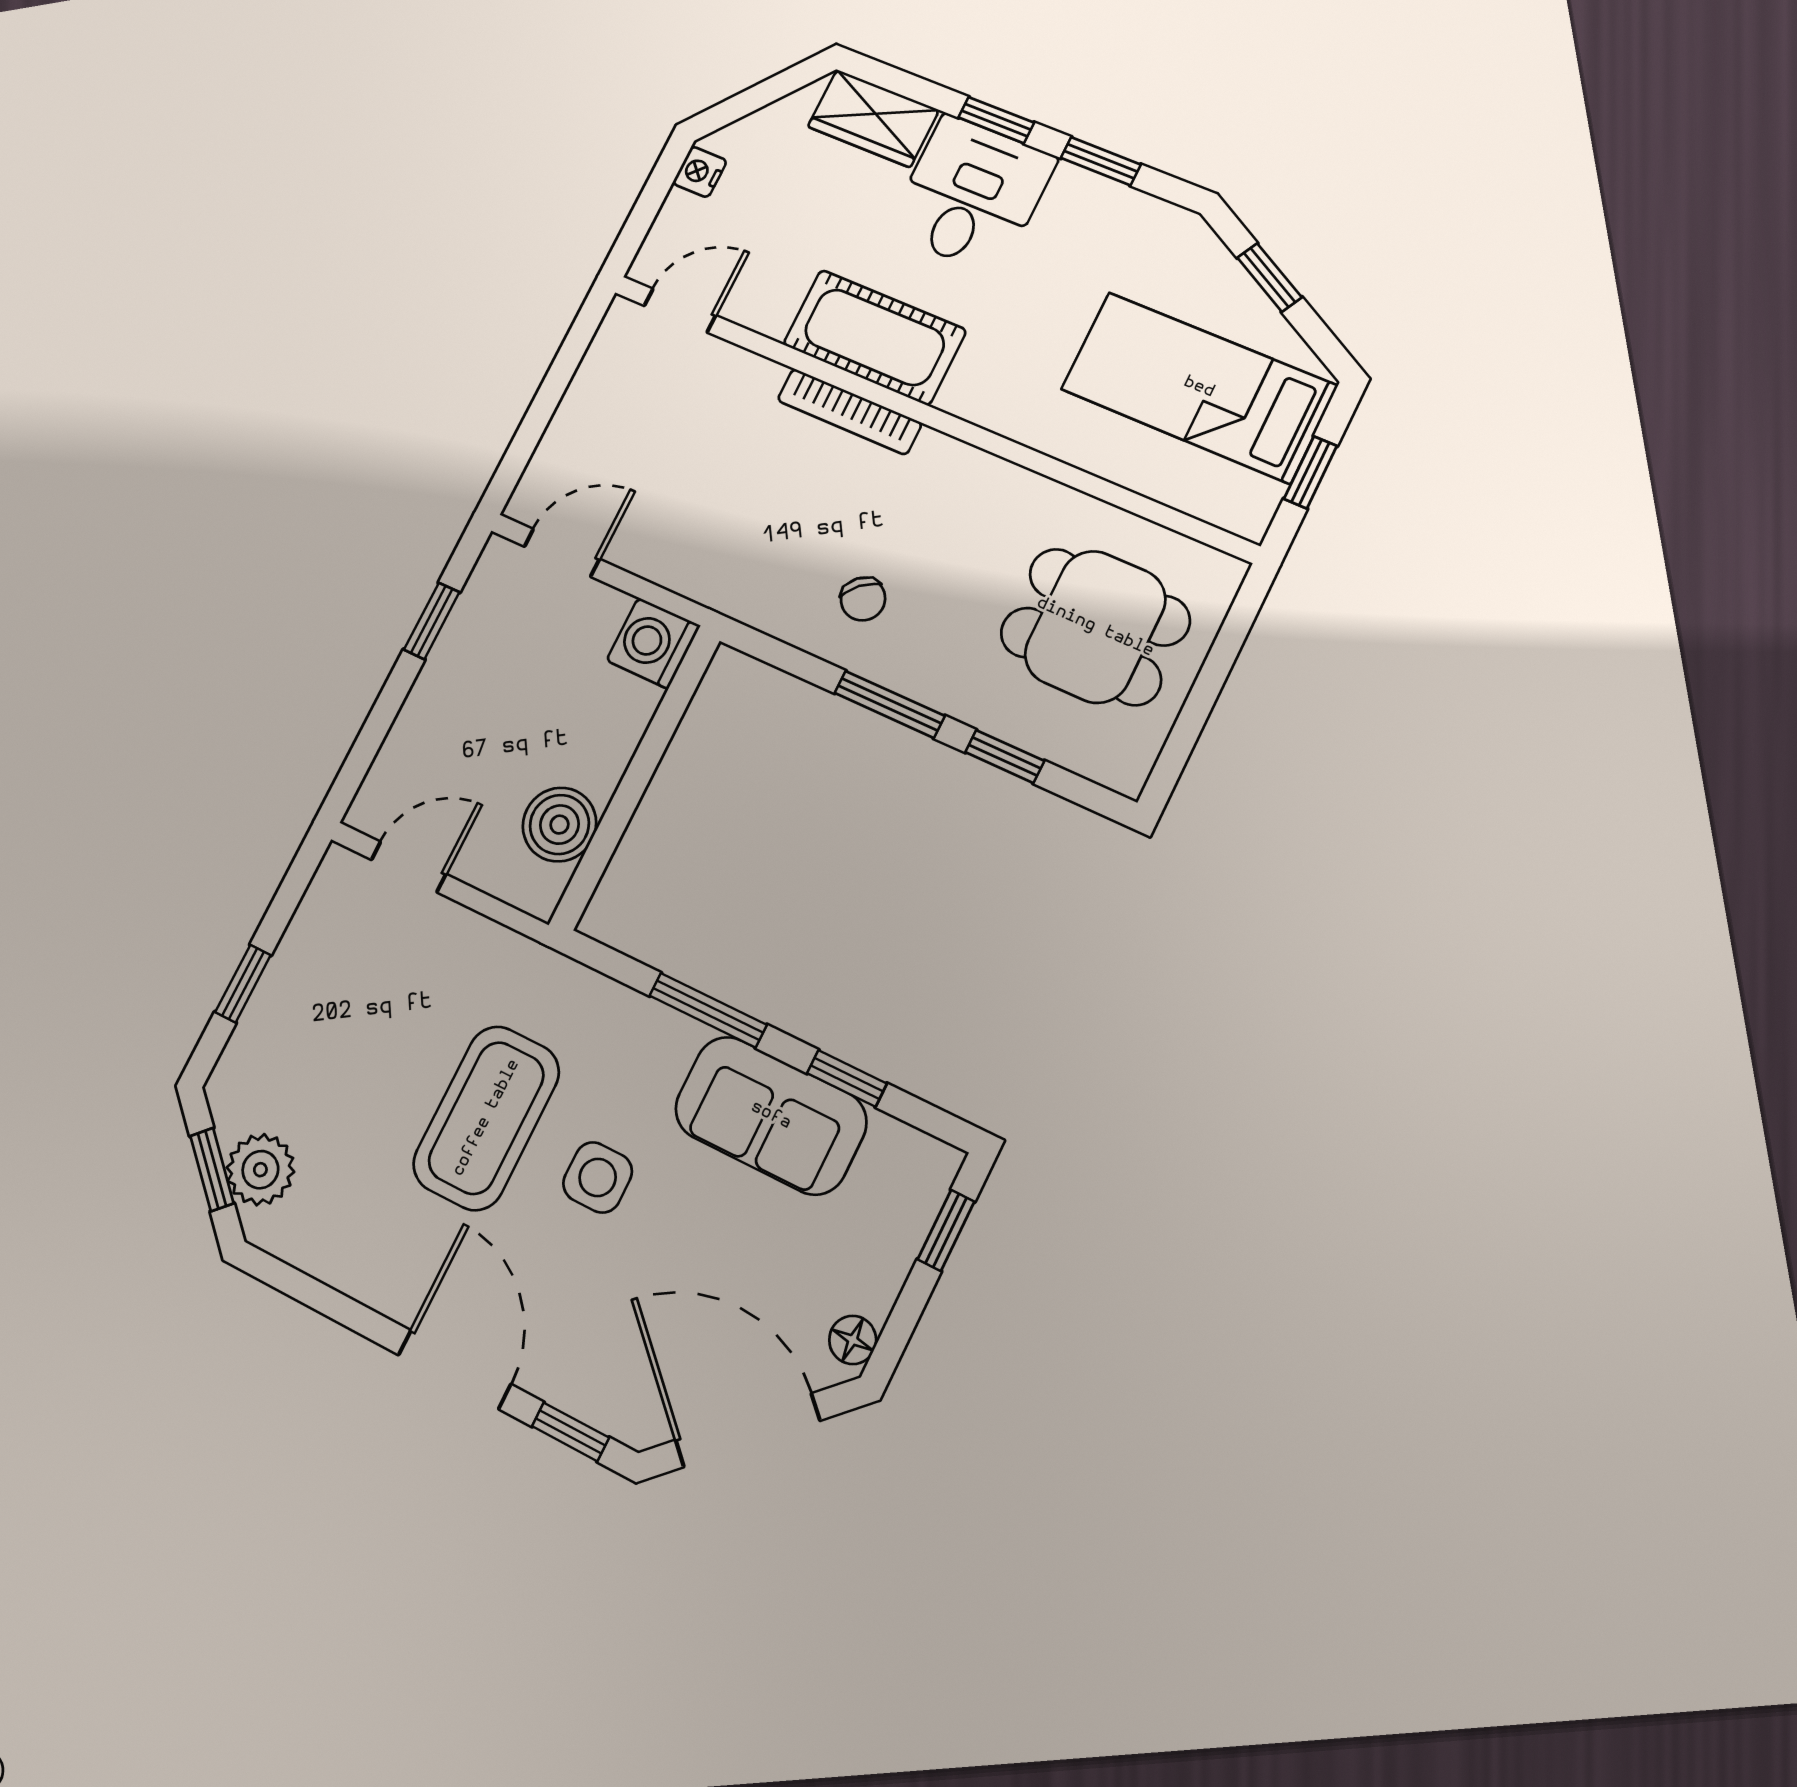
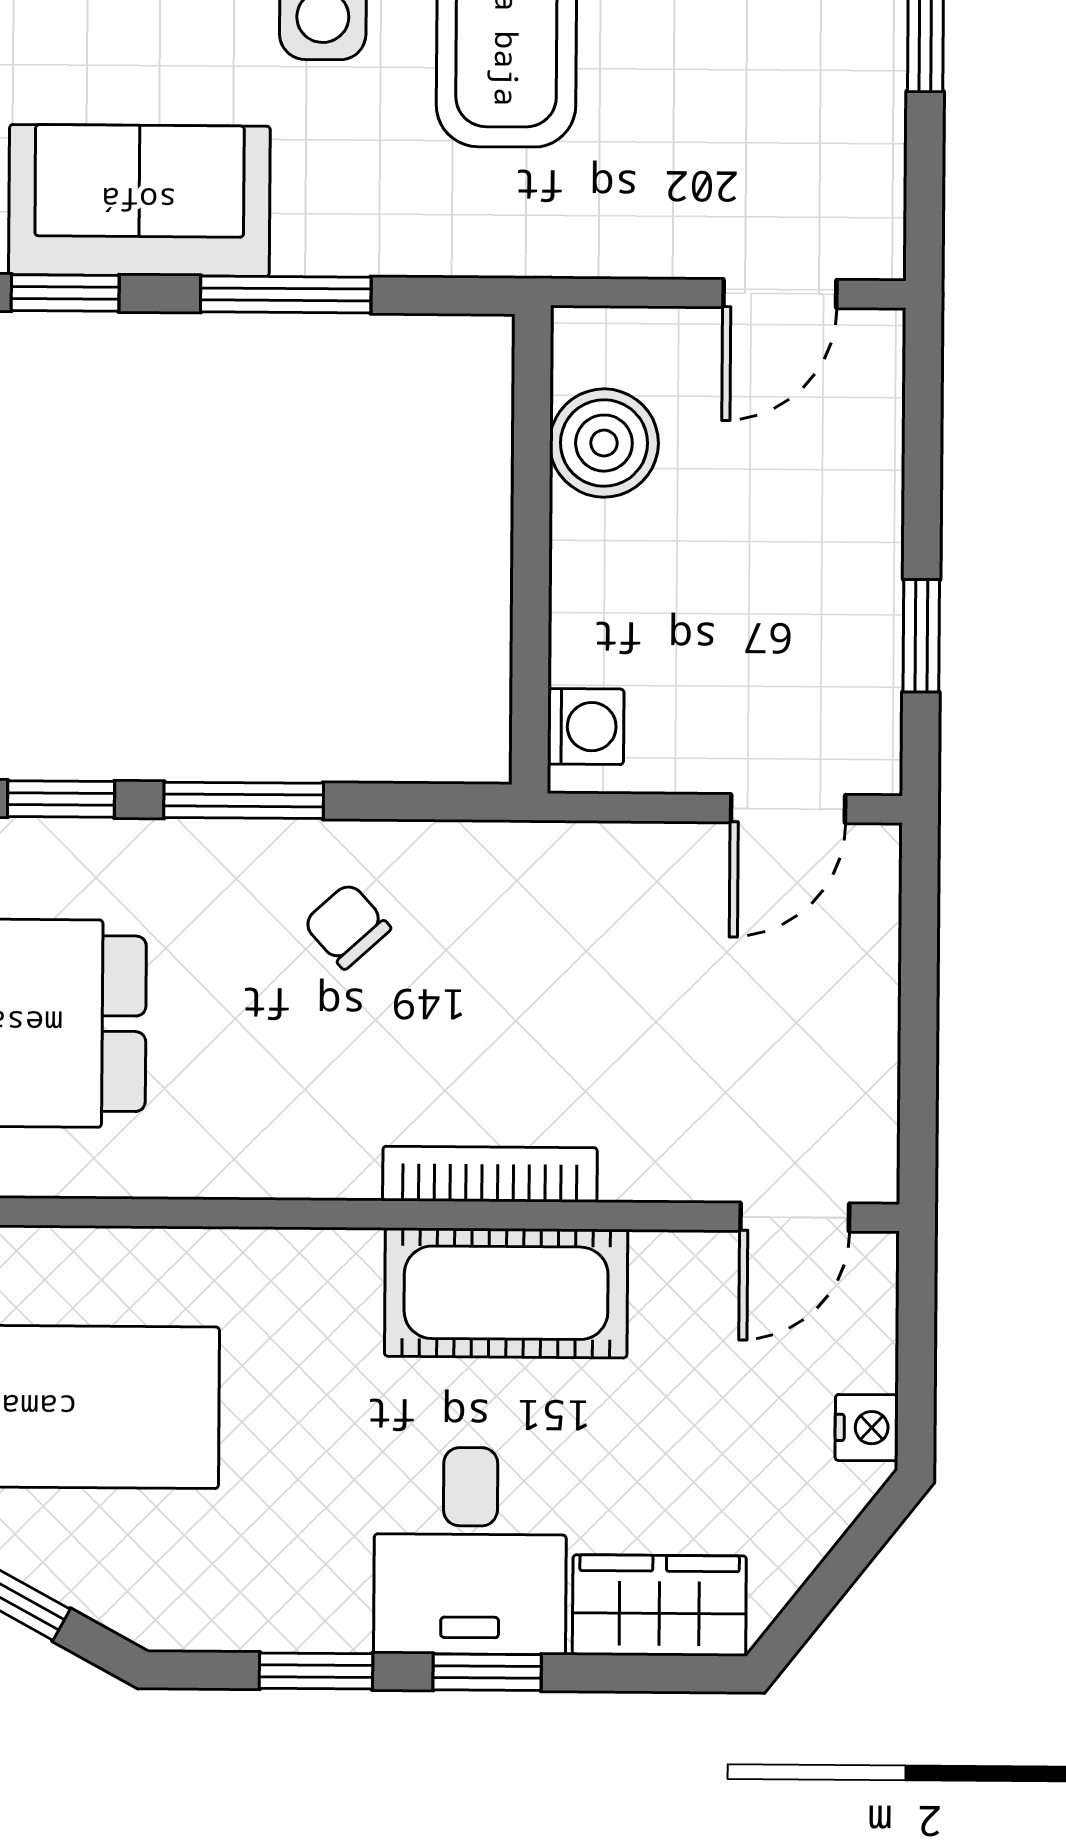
washing machine: (653, 643) -> (586, 727), width x0.73, depth x0.73

